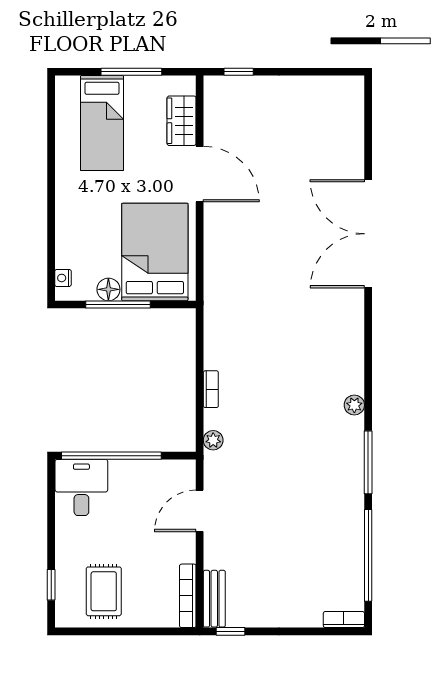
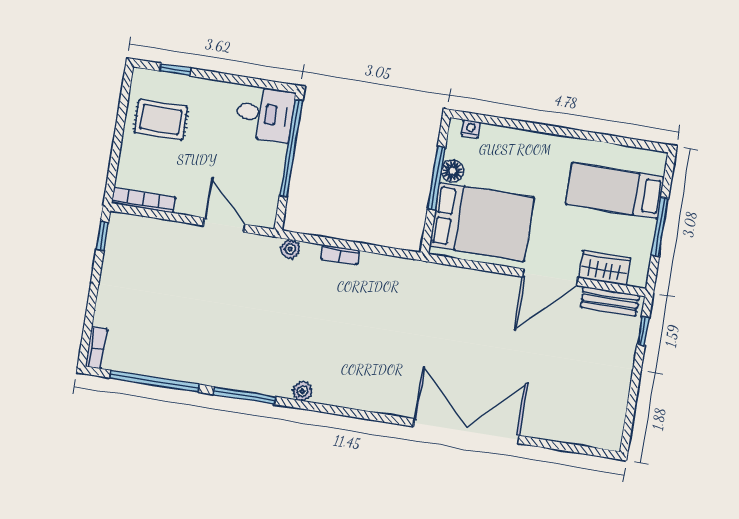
bench: (214, 599) -> (610, 301), moved

